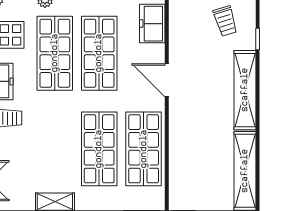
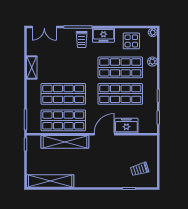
freezer: (152, 24) -> (126, 126), moved
shelving: (245, 90) -> (65, 142), moved

